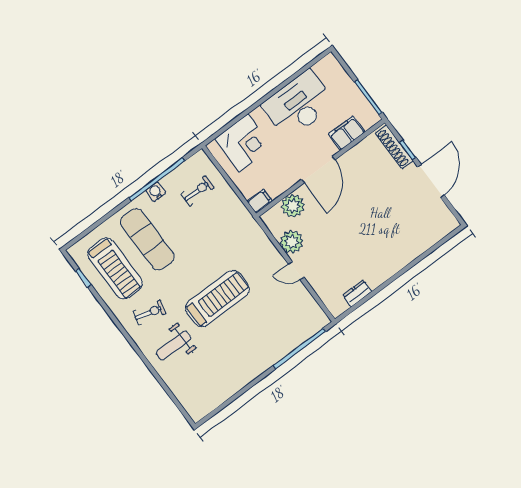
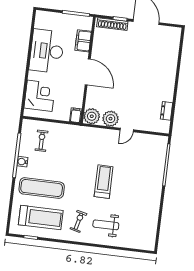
plant: (293, 206) -> (92, 116), moved
treadmill: (217, 299) -> (104, 182), width x0.73, depth x0.73
weight bench: (174, 345) -> (106, 225), turned 90

